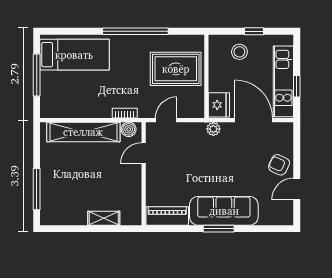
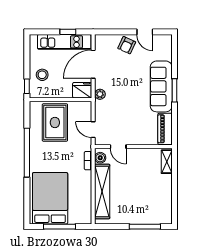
window: (254, 31) -> (27, 86), moved
bed: (74, 55) -> (50, 198), width x1.50
shelving: (104, 218) -> (167, 162), moved

